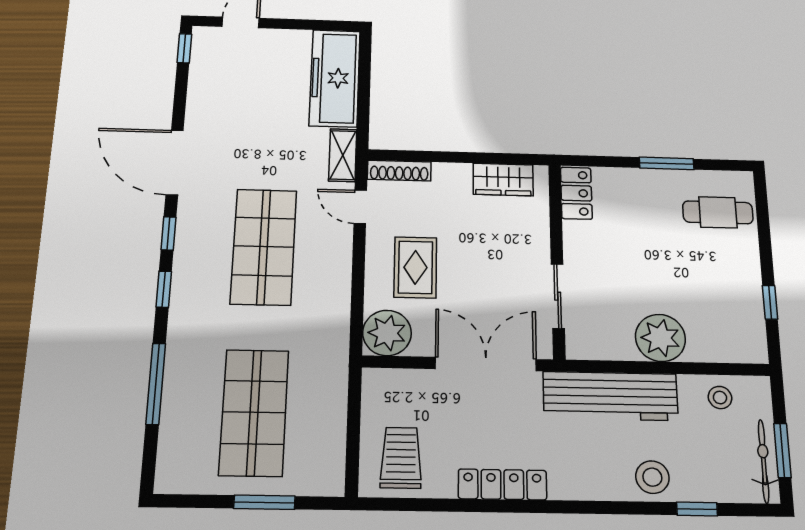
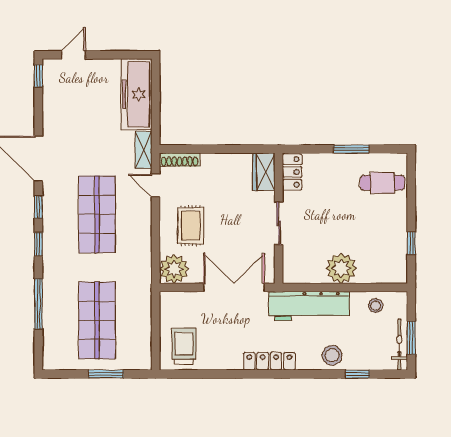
wardrobe: (503, 180) -> (264, 172), moved, turned 90
sliding door: (558, 296) -> (279, 223), moved
locker: (502, 484) -> (269, 361), moved

